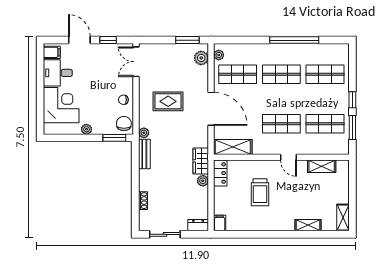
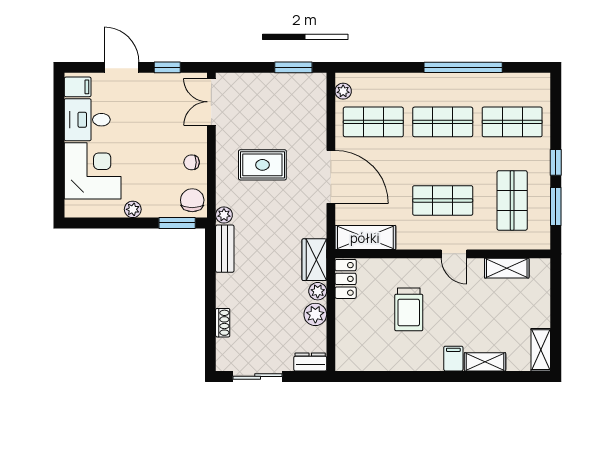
plant: (201, 58) -> (315, 314), moved
shop shelf: (325, 124) -> (512, 200), turned 90
filing cabinet: (220, 223) -> (453, 359), moved

